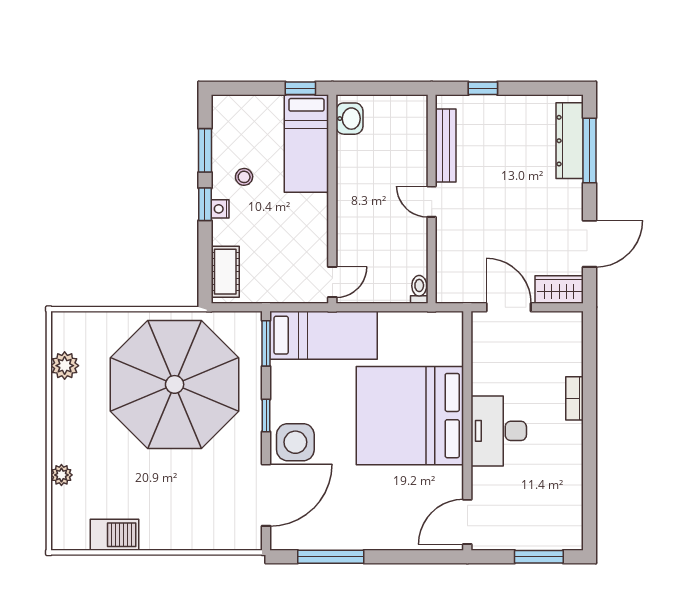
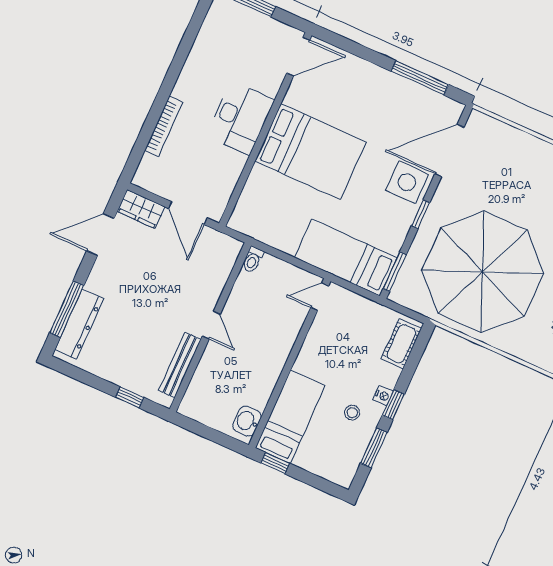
bookcase: (574, 398) -> (164, 126), width x1.56
bed: (410, 416) -> (311, 152), width x0.73

